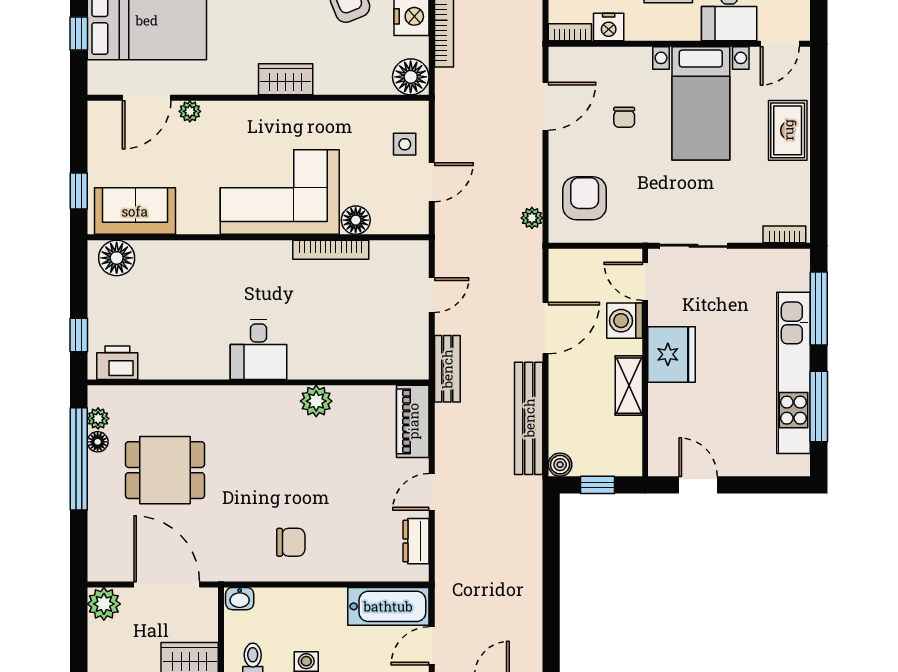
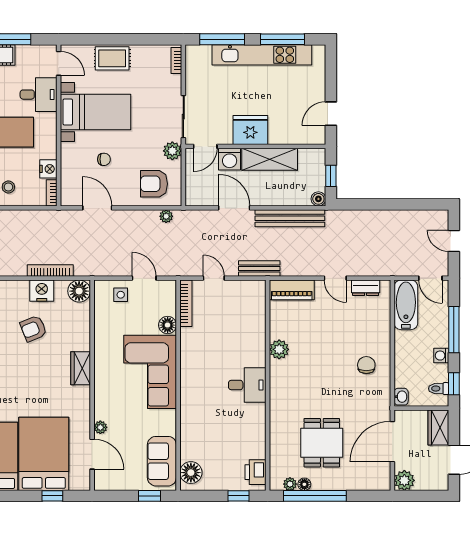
plant: (638, 228) -> (172, 151), added
bookcase: (331, 250) -> (186, 303), moved
shelving: (629, 386) -> (270, 159), width x1.50, depth x1.33

